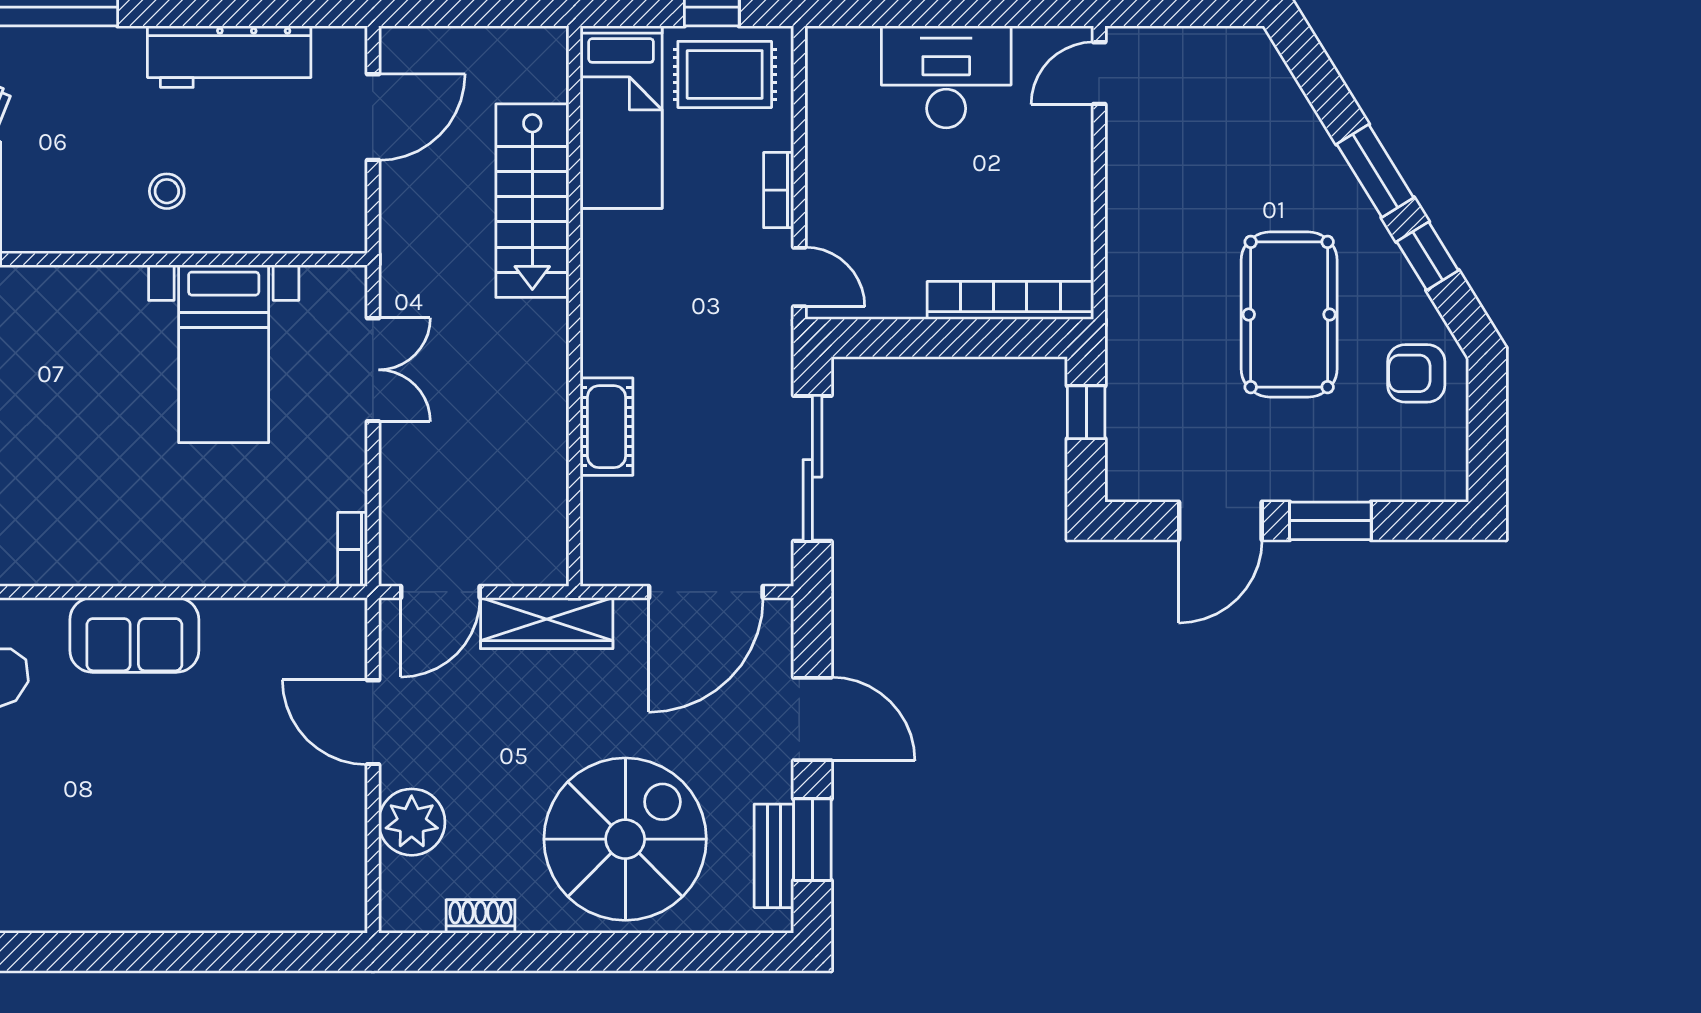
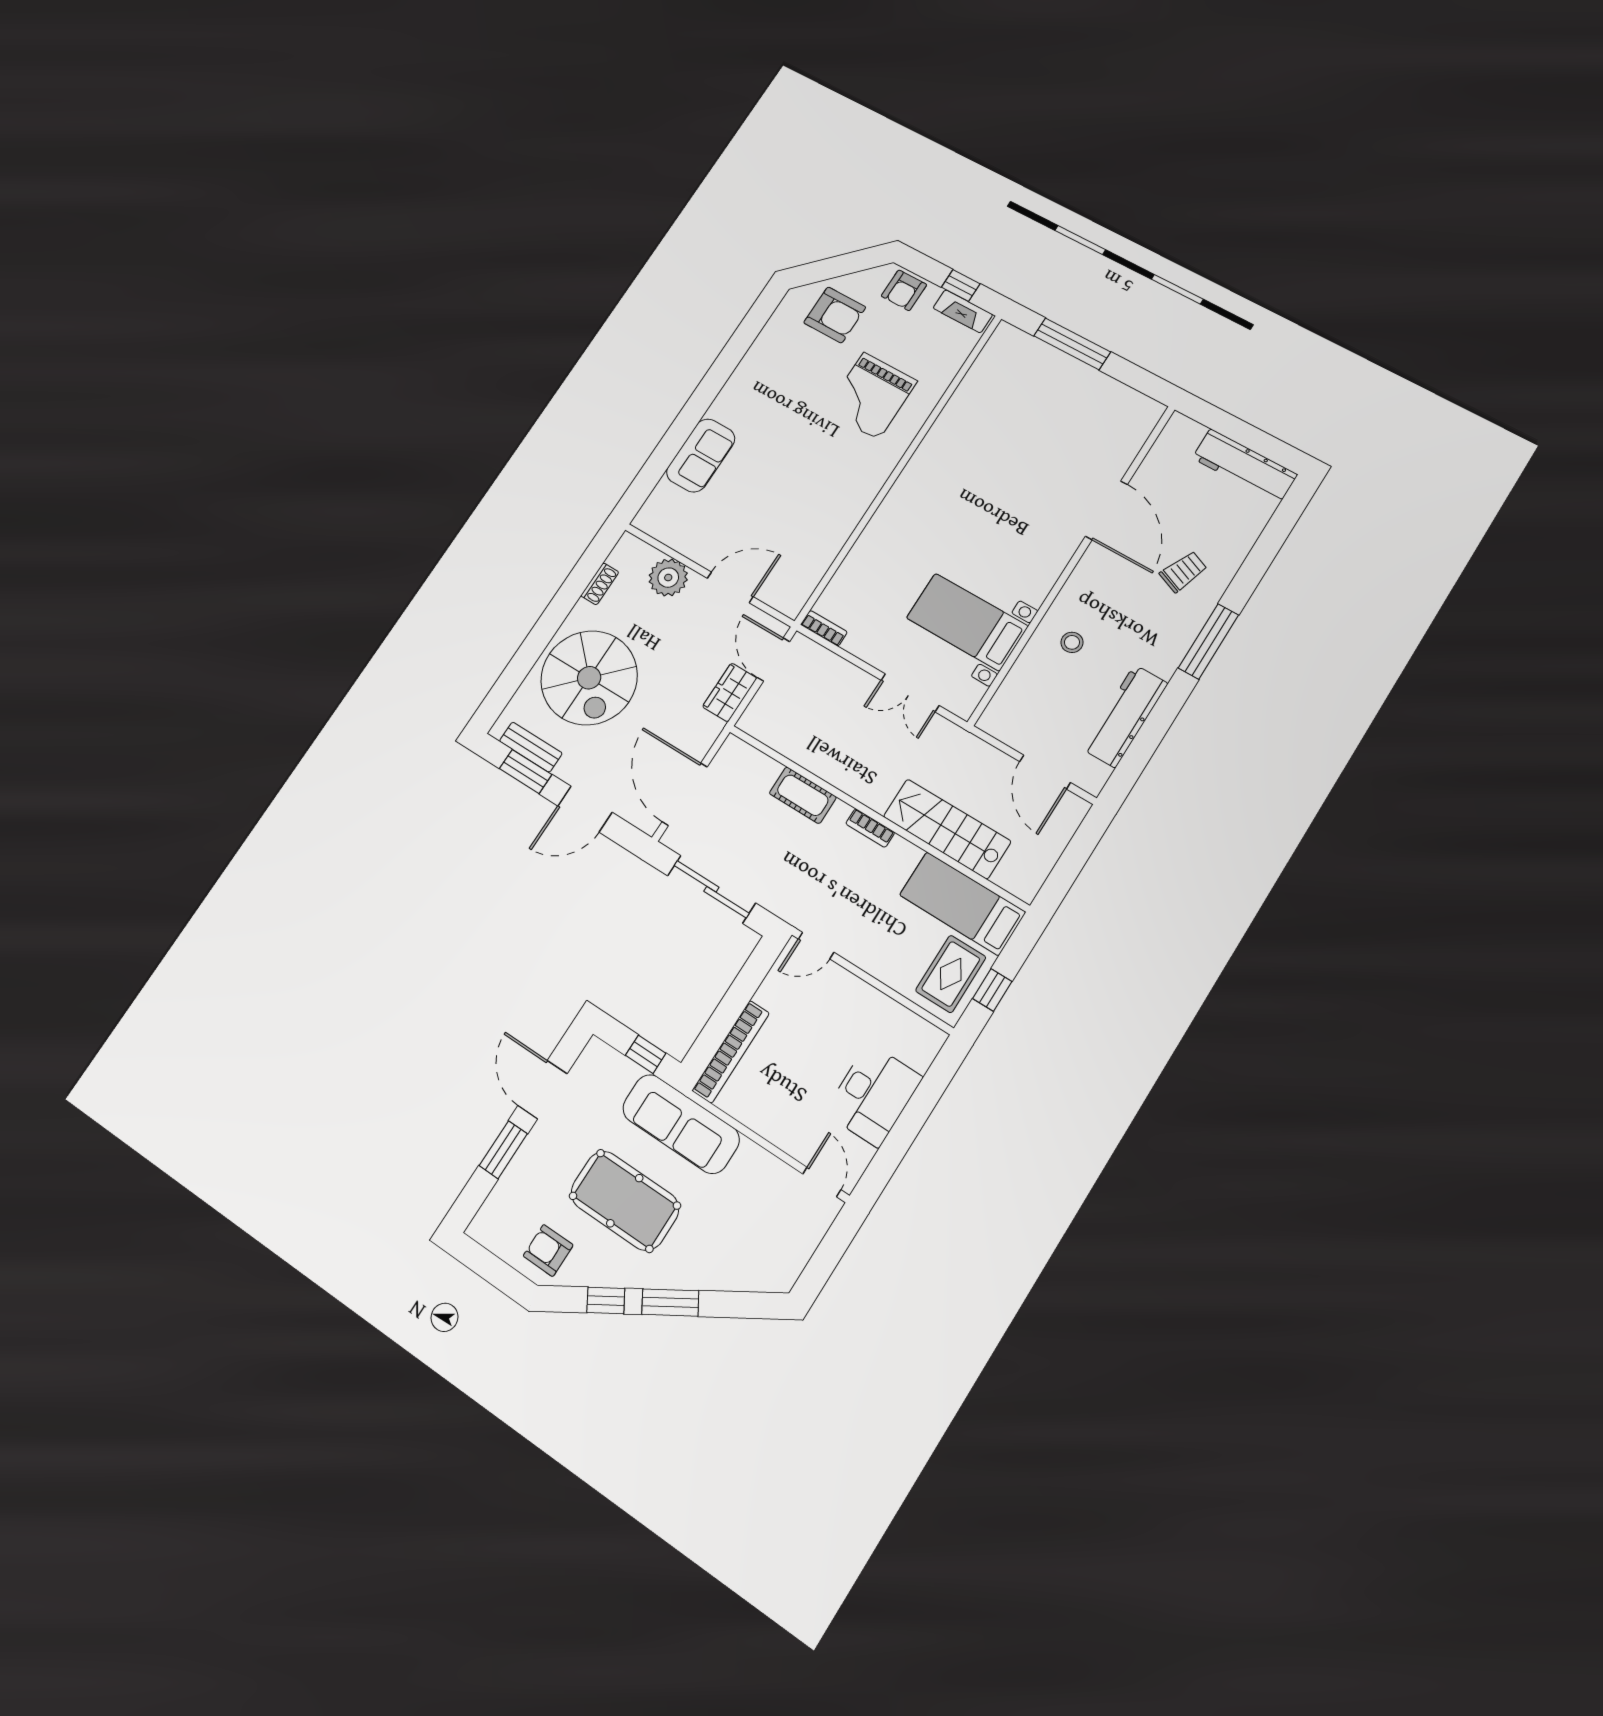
bookcase: (779, 190) -> (870, 828), moved, turned 180
sofa: (1145, 305) -> (681, 1124), added
armchair: (1416, 373) -> (548, 1250), turned -90
wardrobe: (547, 623) -> (730, 692), width x0.67
sofa: (134, 635) -> (701, 455), moved, turned 180

